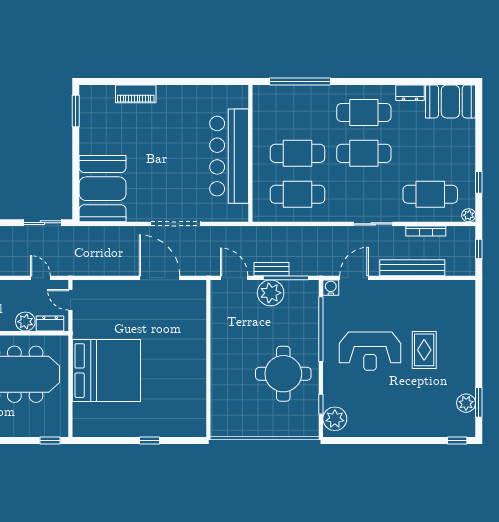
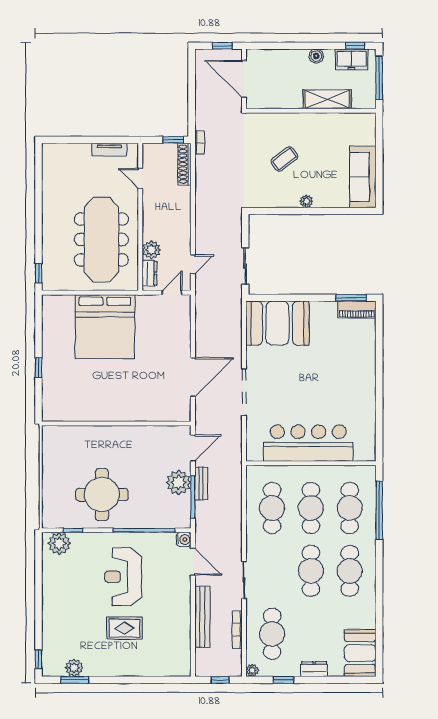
dresser: (410, 93) -> (314, 669), moved, turned 90
piano: (136, 94) -> (357, 309), moved, turned -90
cafe table: (297, 112) -> (350, 508), added

